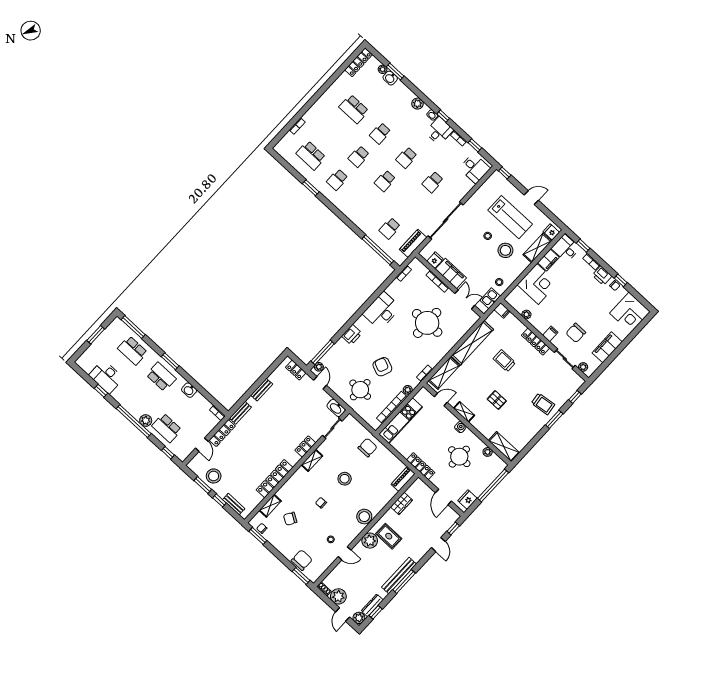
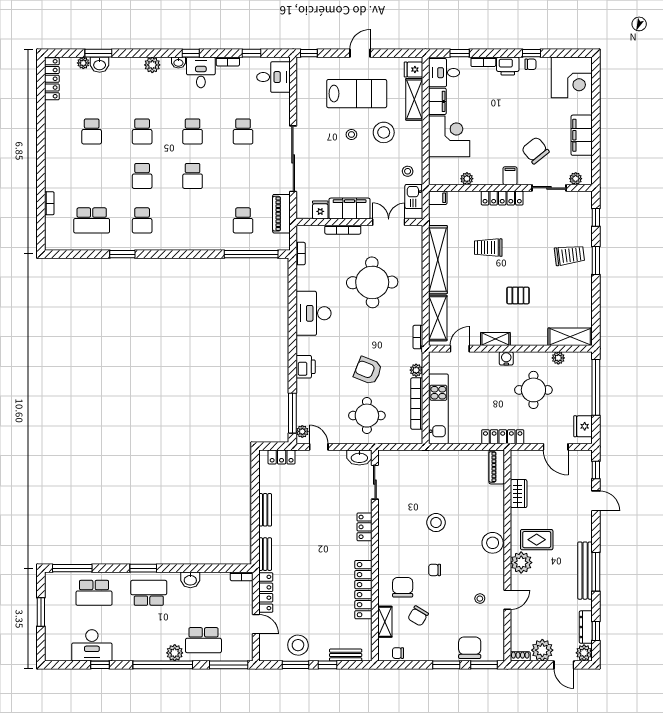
school desk: (354, 109) -> (92, 131), width x0.54
chair: (576, 333) -> (535, 150), turned 141
chair: (368, 448) -> (403, 587), moved
window: (168, 453) -> (229, 665), width x2.17
shelving: (312, 460) -> (385, 535), removed
window: (258, 536) -> (446, 665), moved

